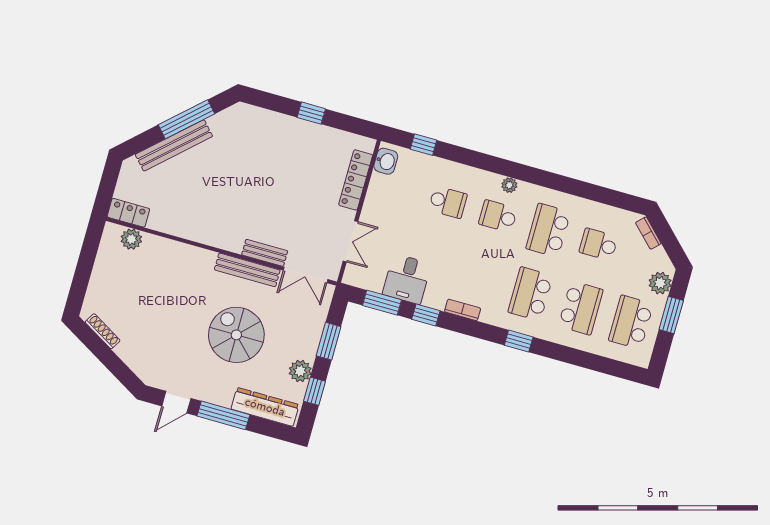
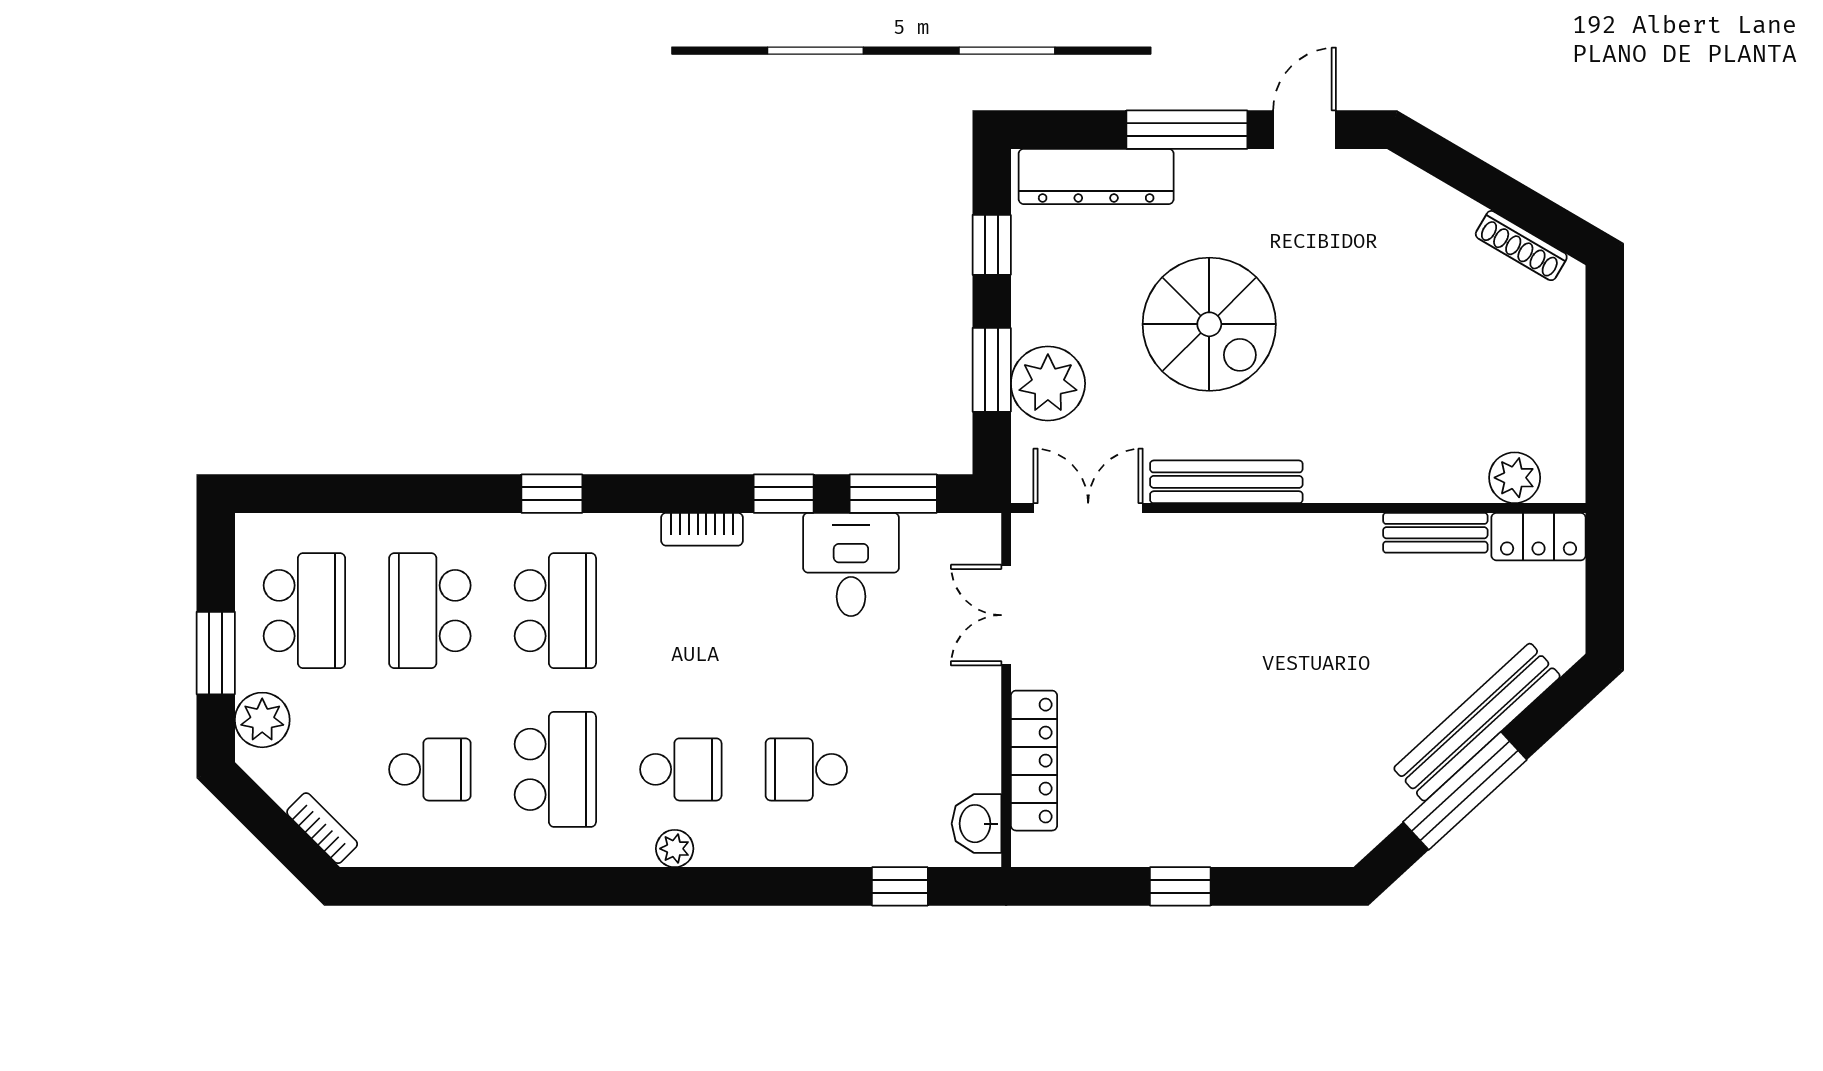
bench: (265, 253) -> (1435, 533), moved
plant: (300, 371) -> (1048, 383), moved, width x1.36, depth x1.36

